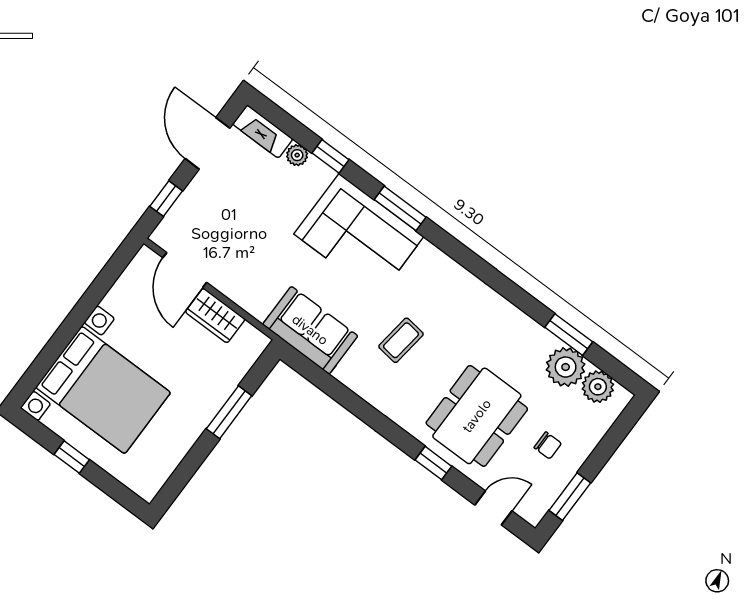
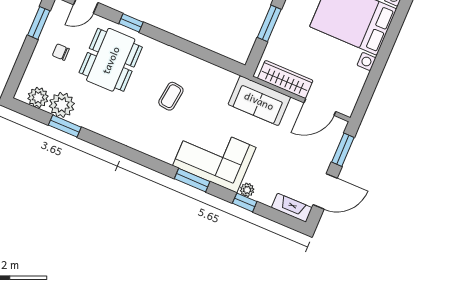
door: (207, 143) -> (325, 191), hinge flipped
plant: (297, 155) -> (247, 190), moved
window: (166, 199) -> (343, 150), width x1.50
door: (185, 270) -> (320, 107), swing flipped
wardrobe: (215, 316) -> (285, 79), width x1.50
sofa: (310, 330) -> (259, 101), moved

